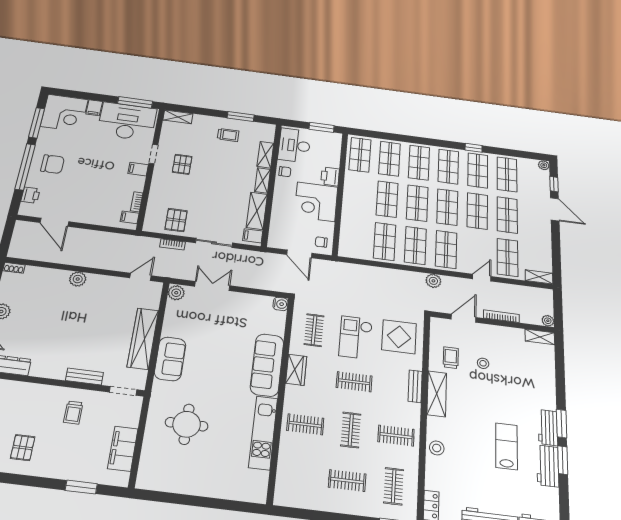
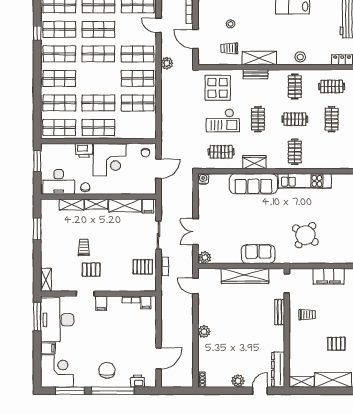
trolley: (228, 135) -> (84, 247), moved
shop shelf: (417, 203) -> (98, 127), moved
round table: (187, 424) -> (305, 235), turned 36

